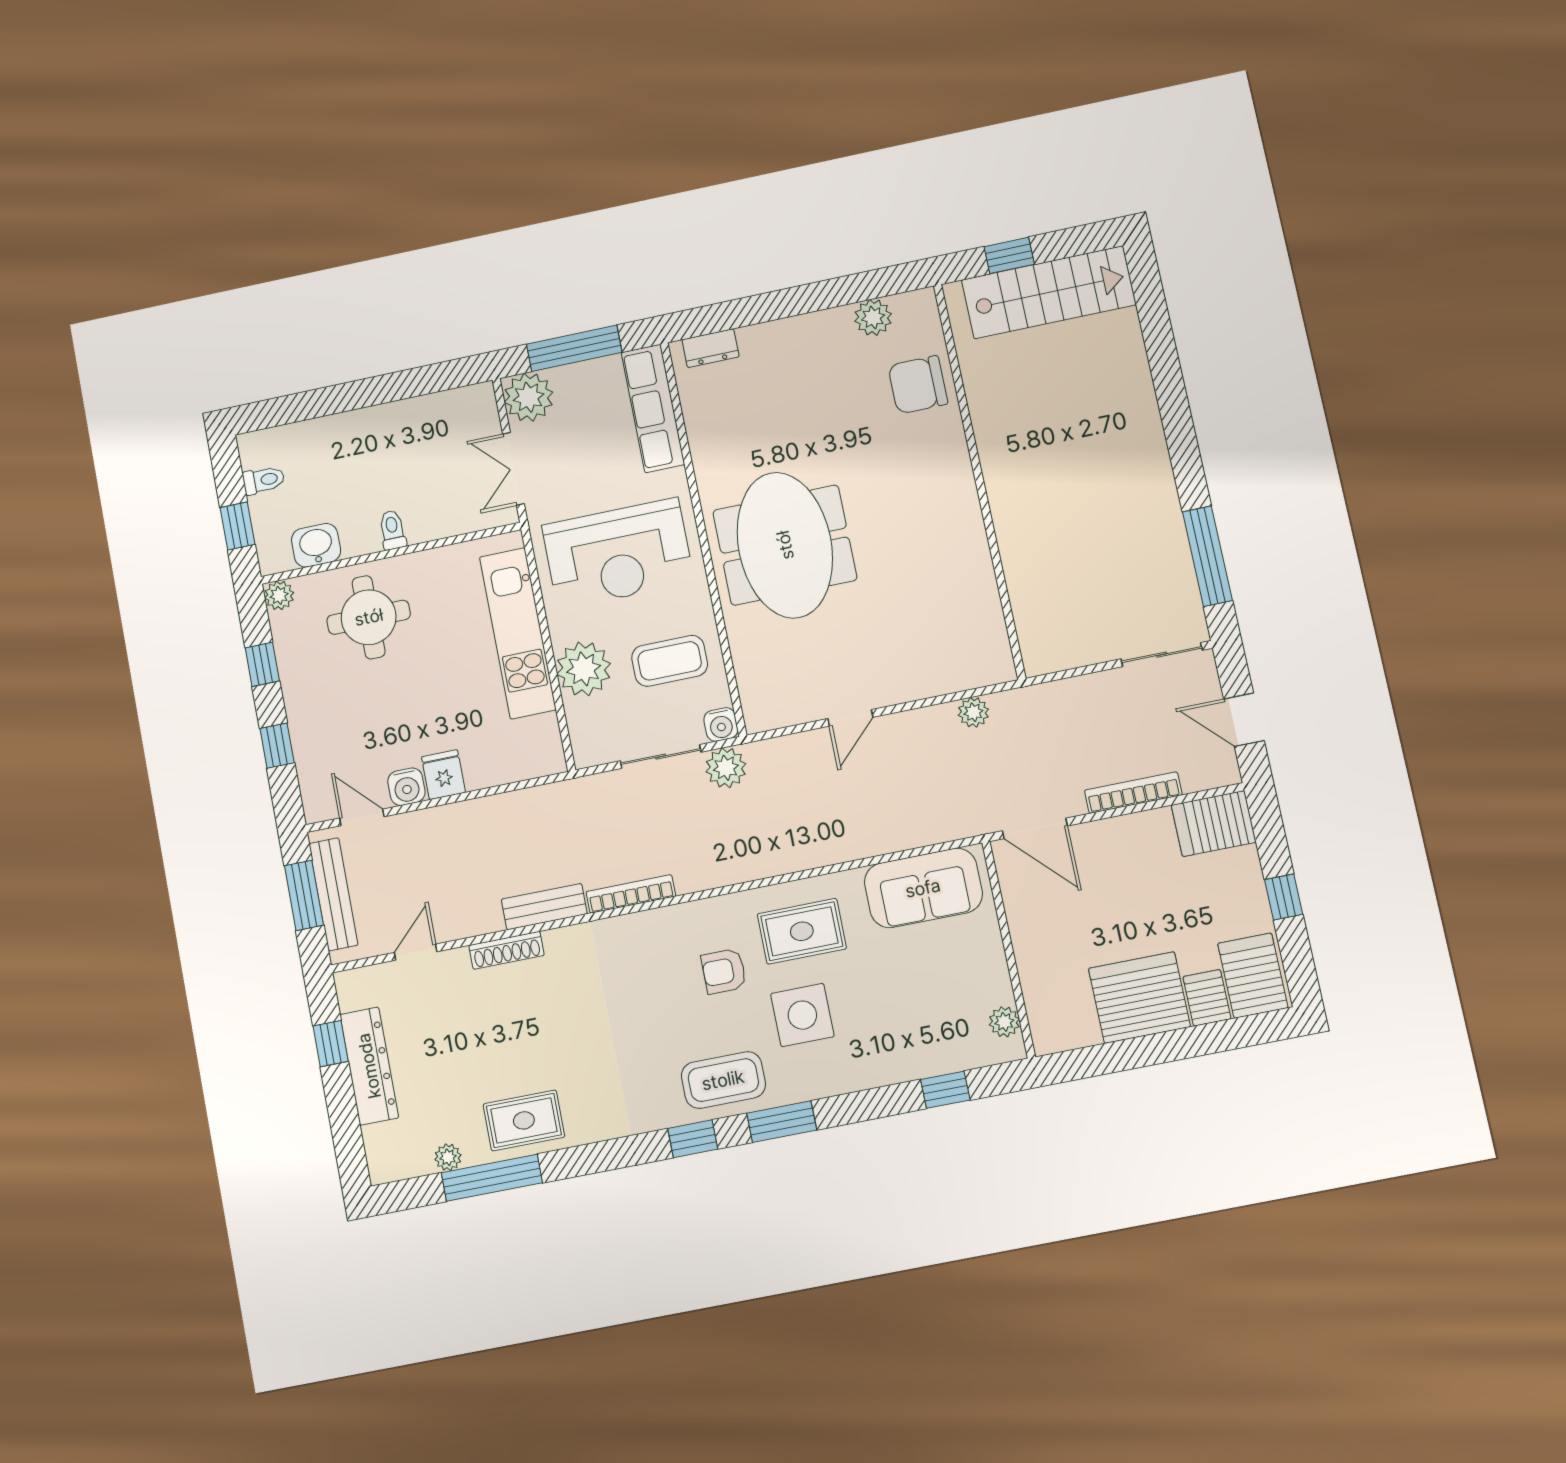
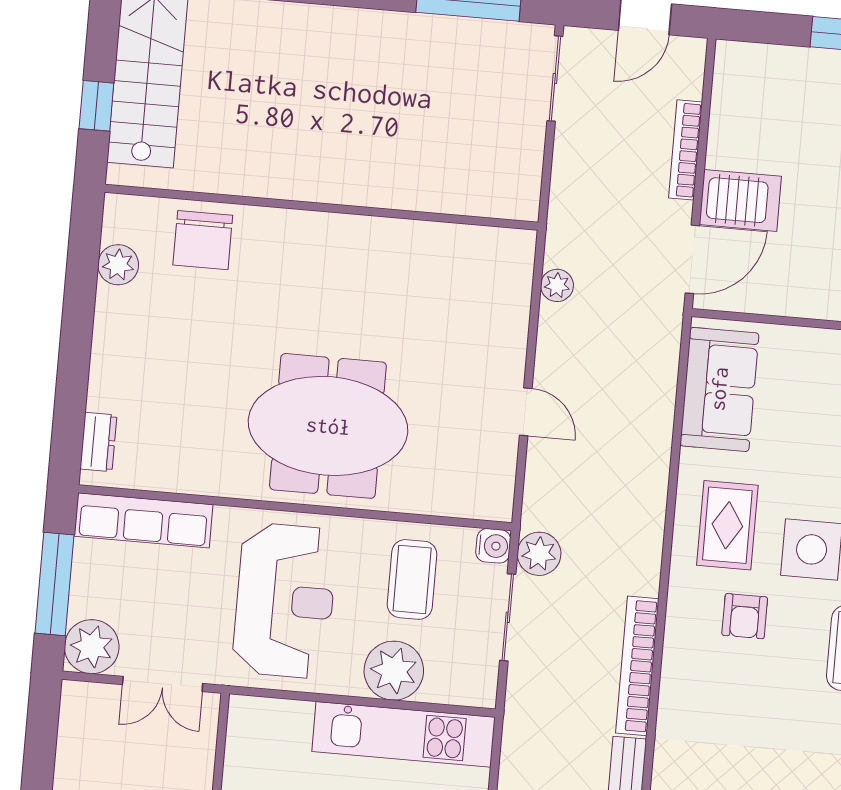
kitchen unit: (518, 633) -> (403, 734), moved
server rack: (1214, 824) -> (740, 200), moved, turned -90
bookcase: (631, 894) -> (637, 666), width x1.48, depth x1.31

